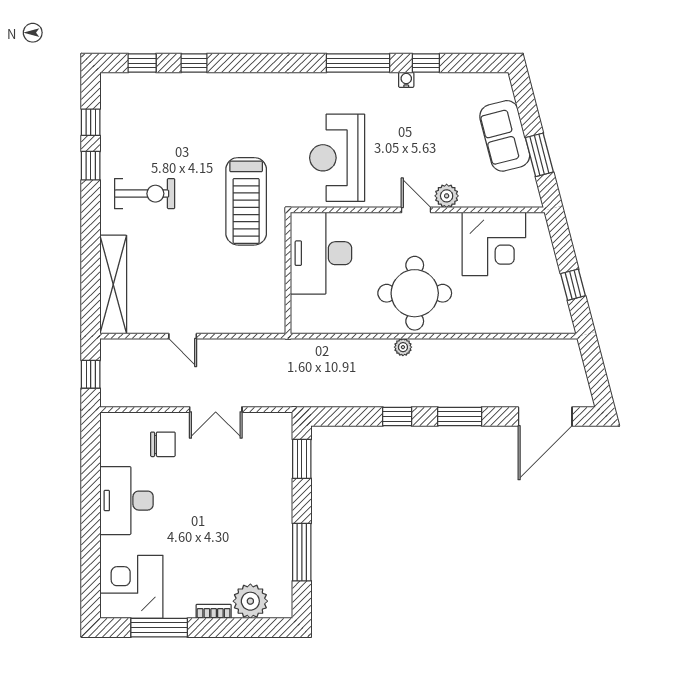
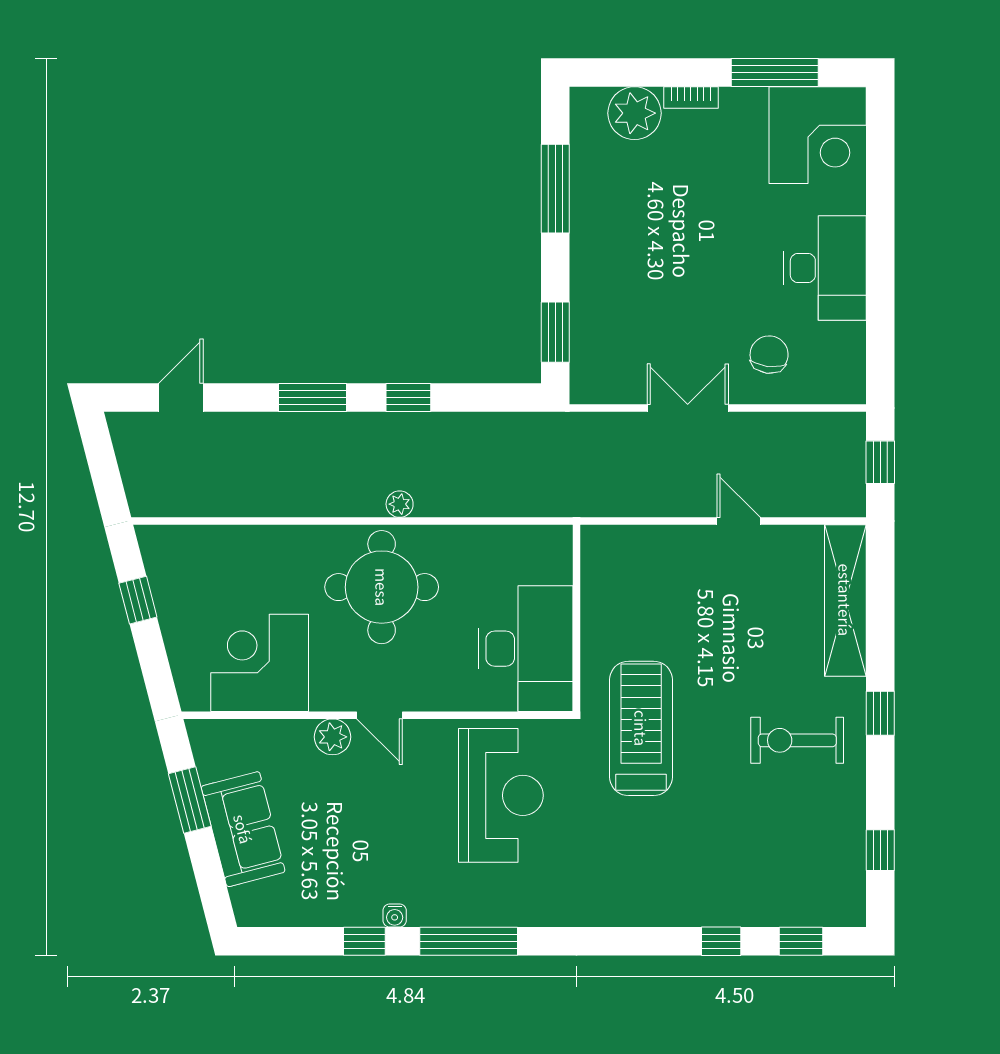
window: (91, 166) -> (880, 713), moved
door: (545, 416) -> (181, 397), width x0.53
chair: (163, 444) -> (769, 355), turned 97

